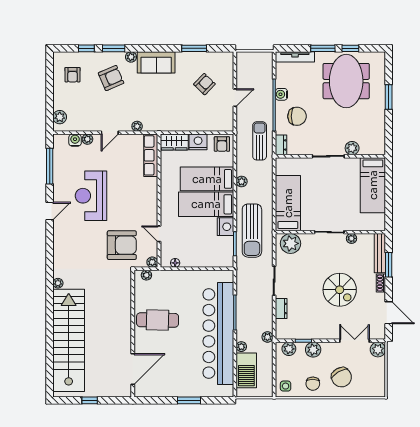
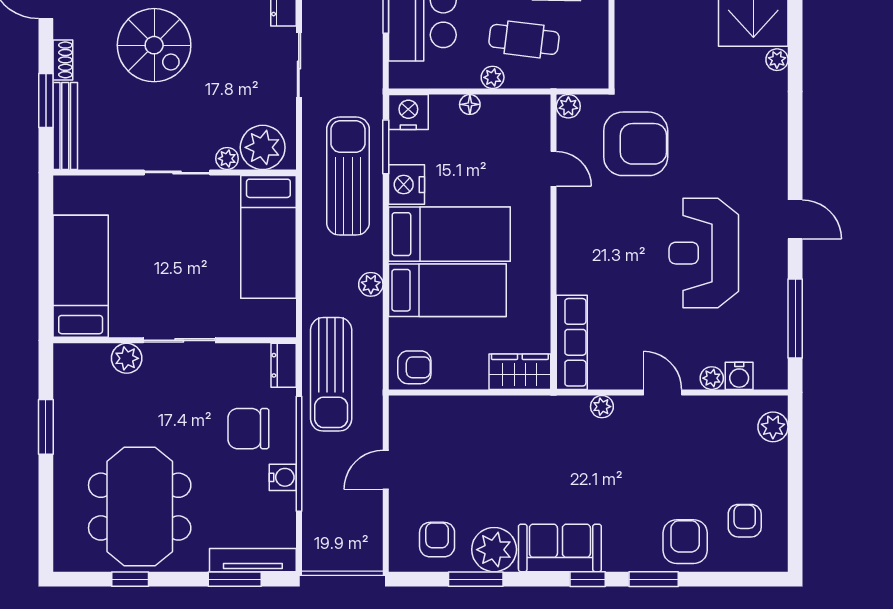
window: (86, 48) -> (588, 579), moved
window: (323, 48) -> (235, 579), moved
plant: (131, 57) -> (494, 550), moved, width x1.88, depth x1.88
armchair: (111, 78) -> (685, 542), moved, turned 113
armchair: (204, 84) -> (437, 540), moved, turned 136
window: (389, 97) -> (46, 427), moved
door: (110, 133) -> (663, 392), hinge flipped
sun lounger: (260, 141) -> (331, 374), width x1.36, depth x1.34
nightstand: (198, 142) -> (408, 112), moved, turned 180
armchair: (222, 144) -> (414, 367), turned 90
reception desk: (91, 196) -> (704, 253), turned 180
door: (50, 211) -> (795, 219), swing flipped
plant: (352, 238) -> (227, 159), moved
armchair: (122, 245) -> (636, 144), turned 180
floor lamp: (175, 263) -> (470, 104), moved
plant: (146, 275) -> (493, 77), moved
spiral stairs: (340, 290) -> (154, 45), turned 180
cafe table: (172, 292) -> (524, 39), added

